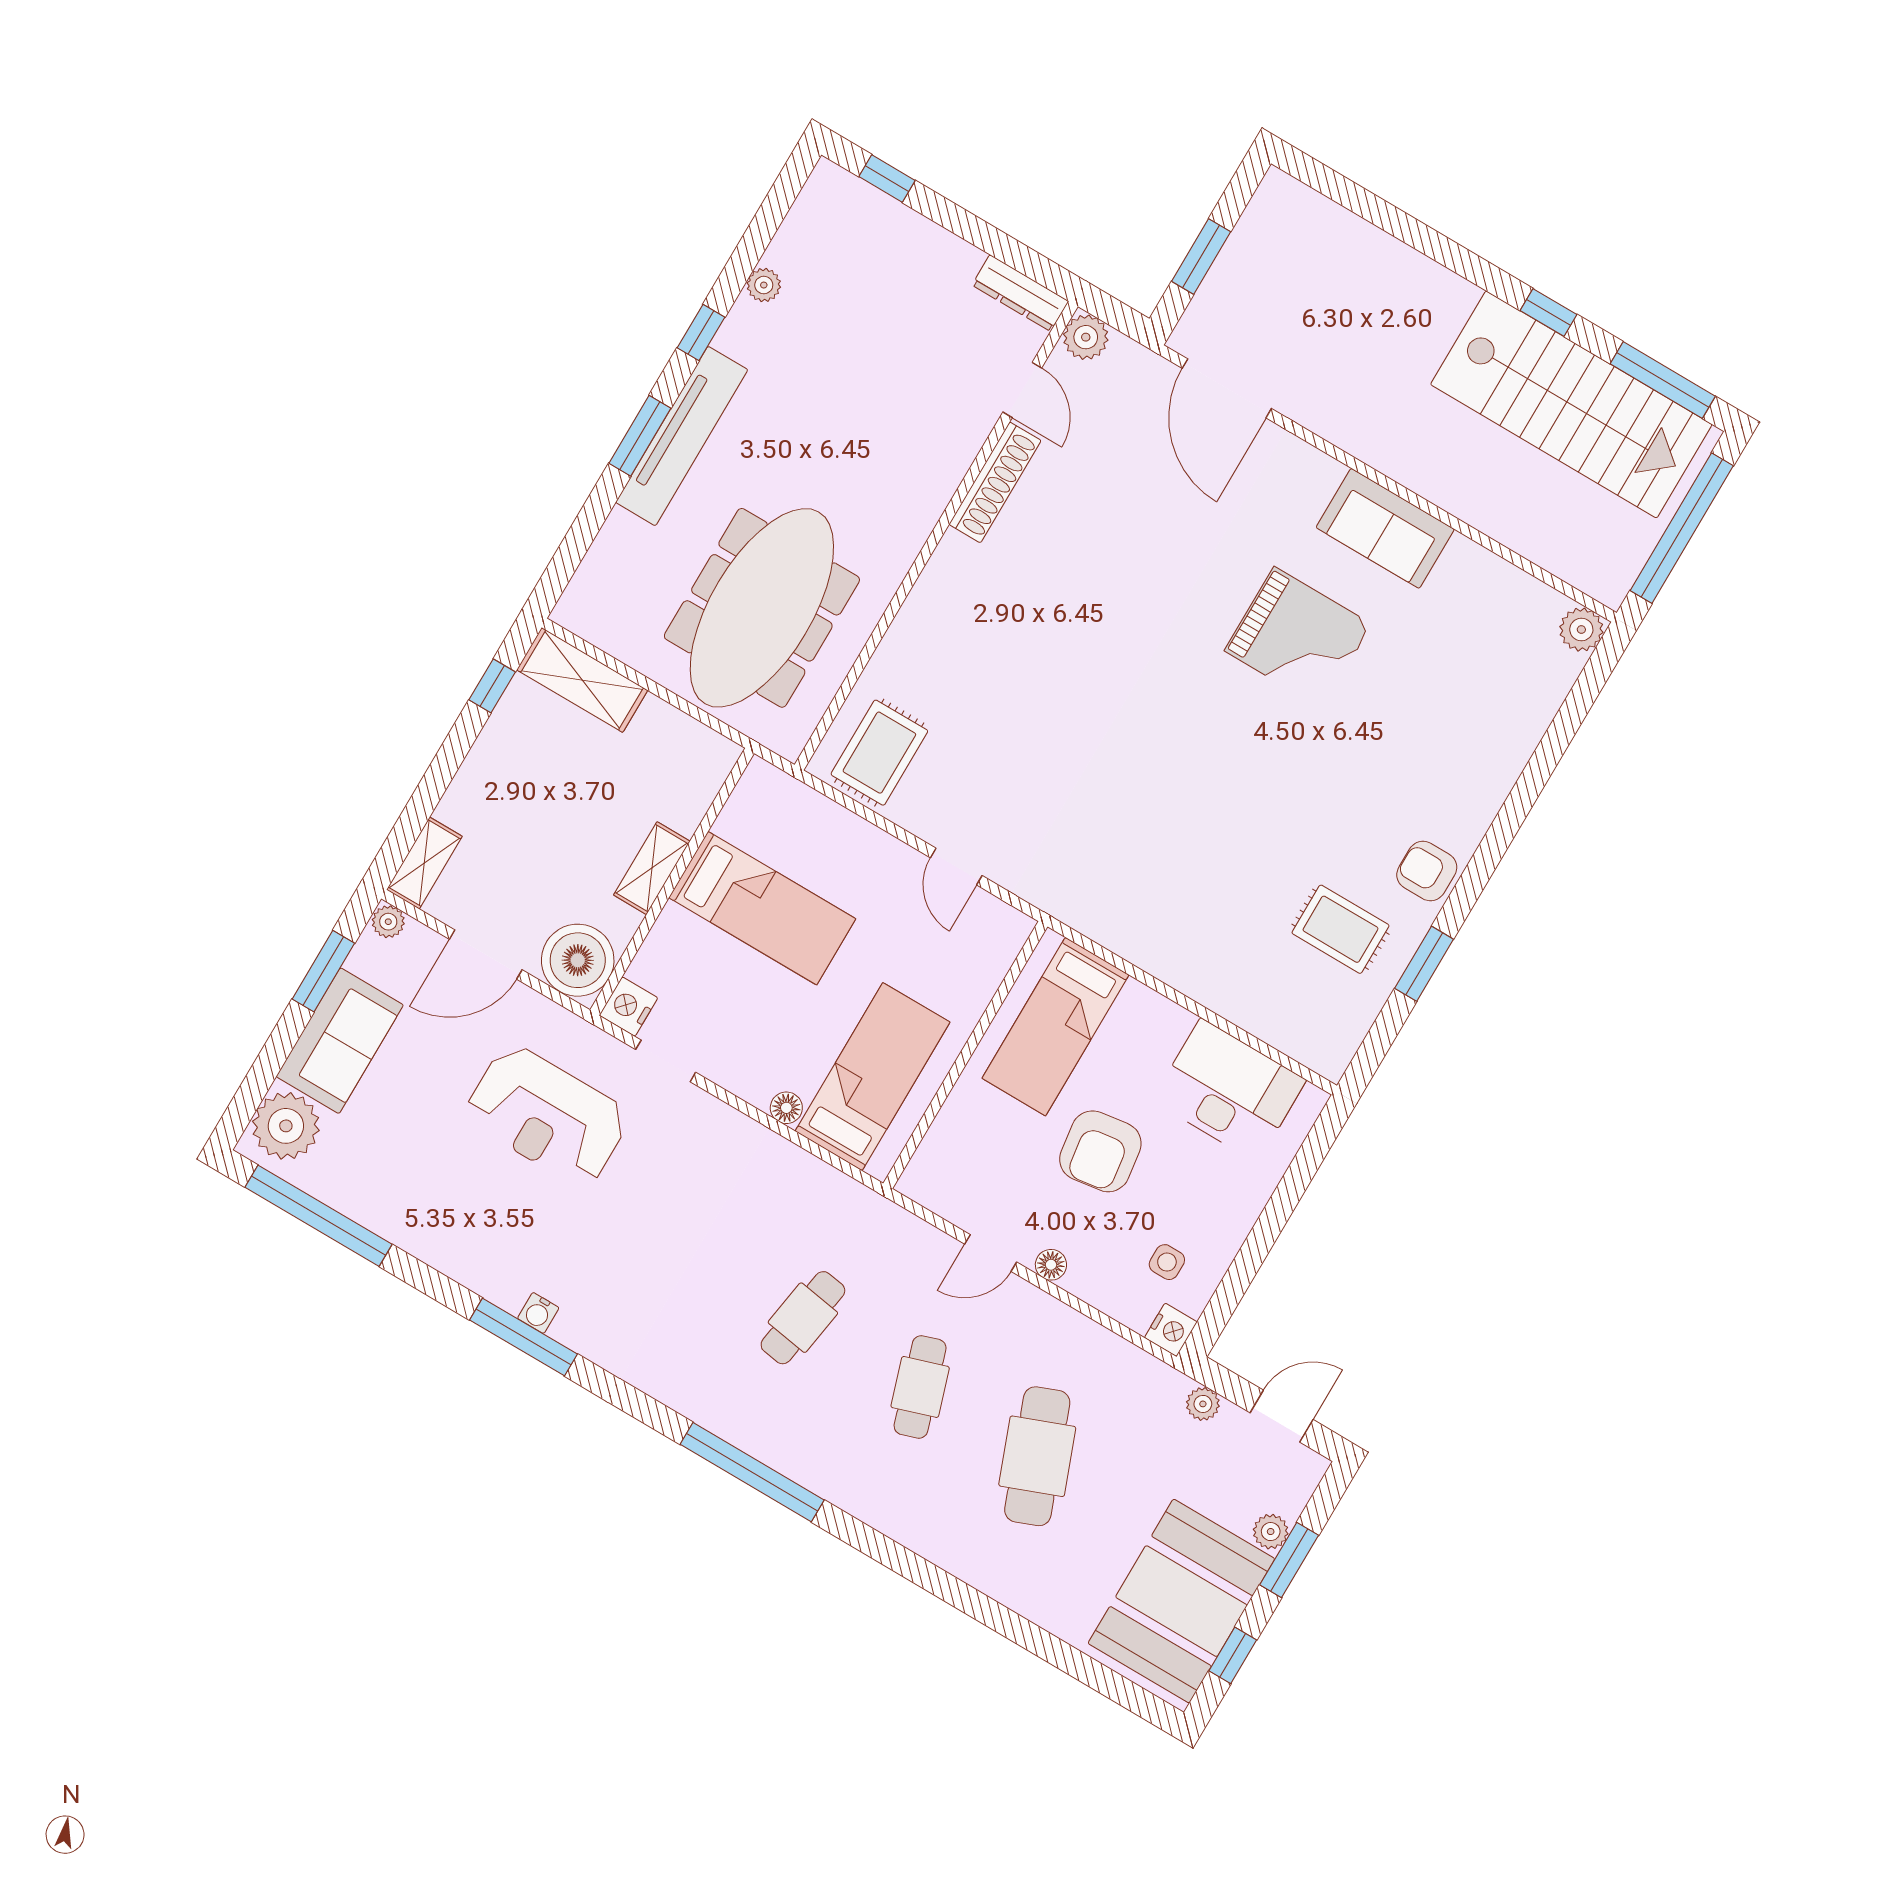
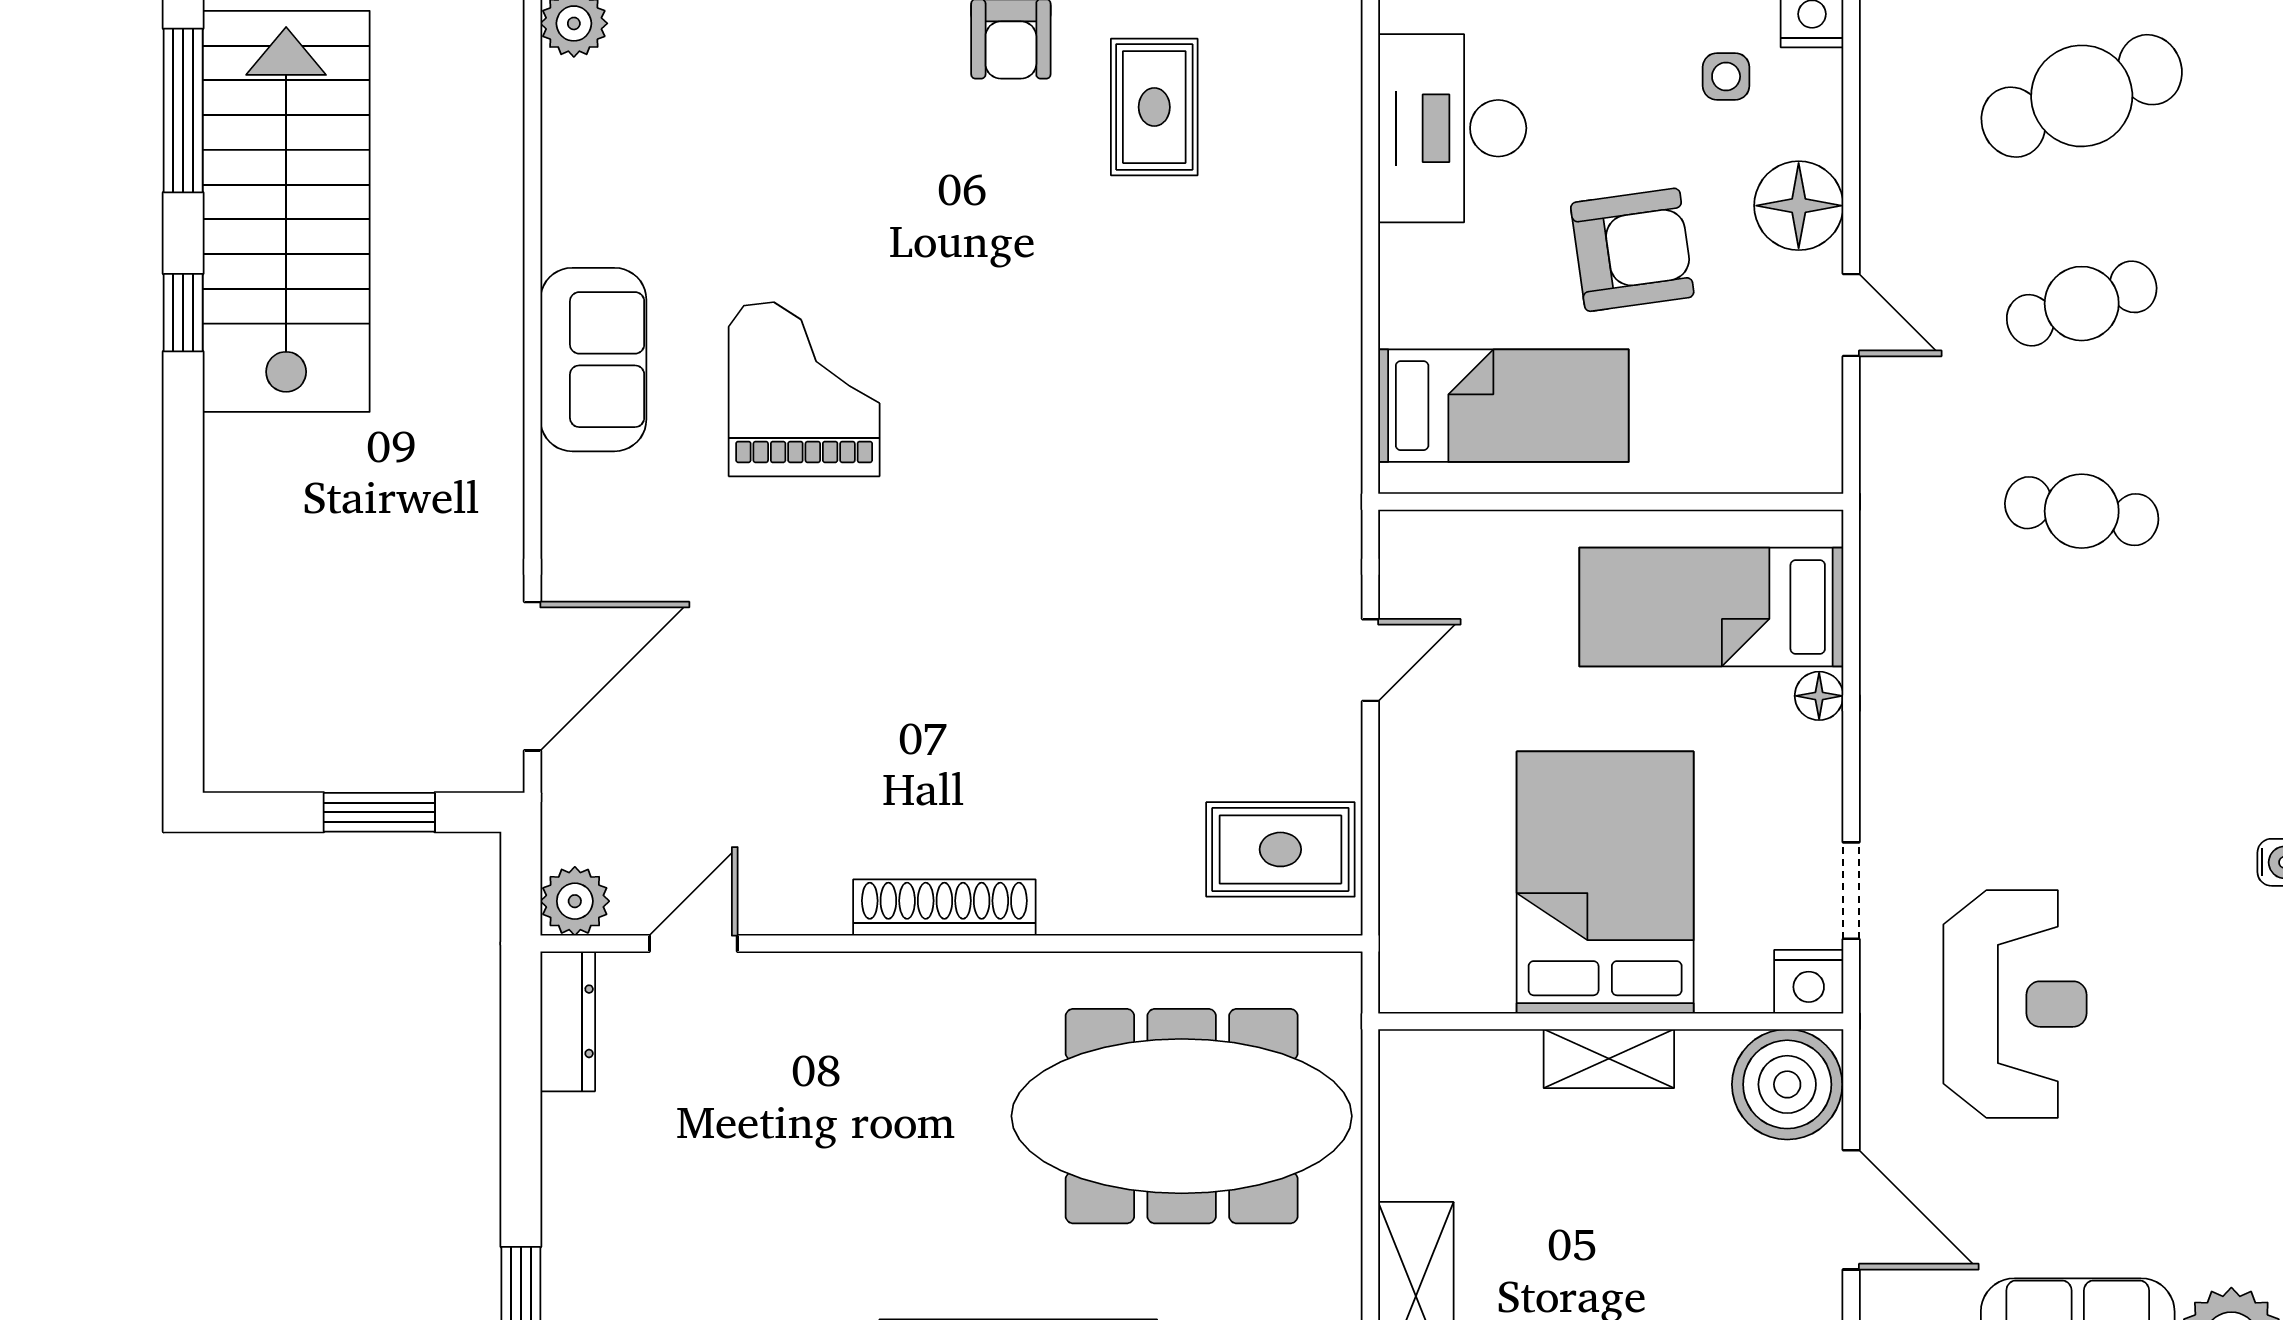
shoe rack: (995, 482) -> (944, 908), moved
bed: (762, 908) -> (1605, 883), width x1.50
floor lamp: (1051, 1265) -> (1799, 206), width x1.89, depth x1.89

